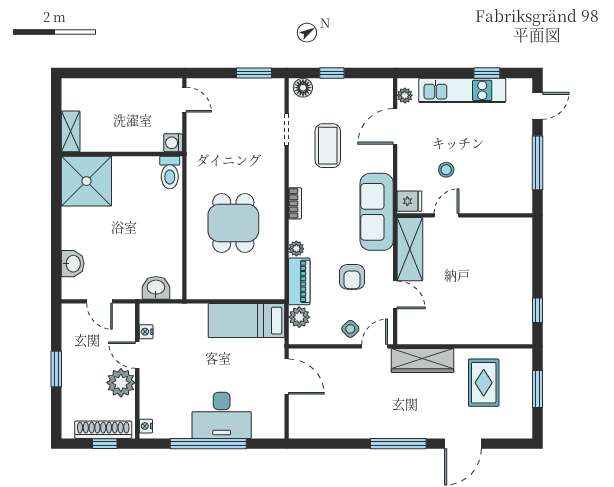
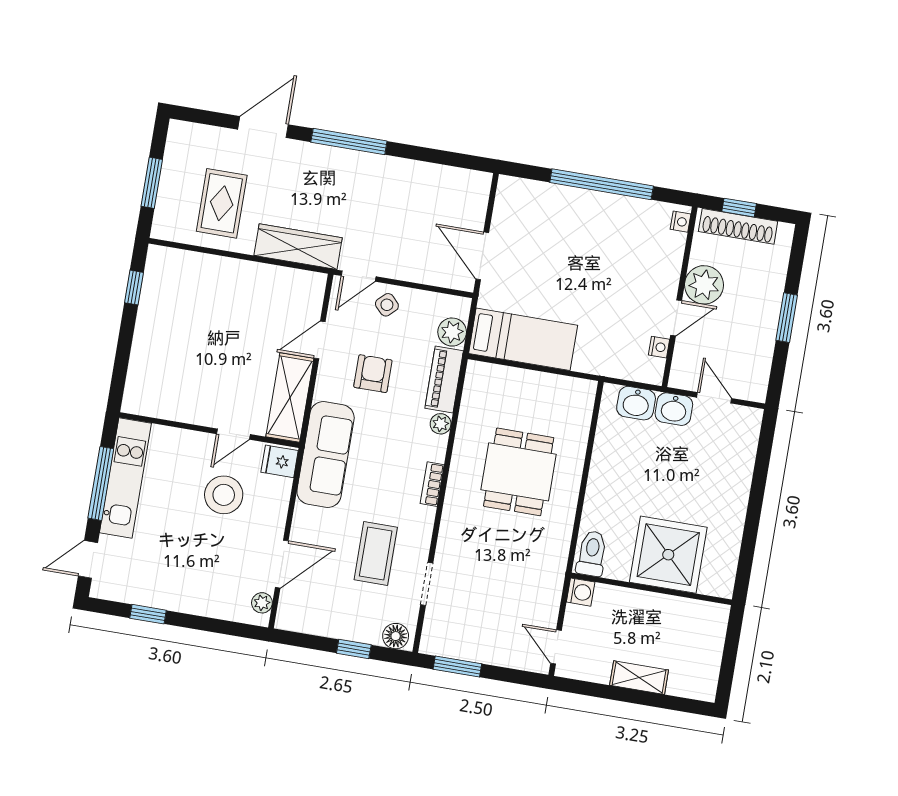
kitchen unit: (462, 90) -> (125, 478), moved, turned 90
shelving: (71, 131) -> (639, 678), moved, turned 90
stool: (446, 170) -> (224, 495), width x1.89, depth x1.89
shower: (86, 181) -> (668, 555), moved
washbasin: (73, 264) -> (674, 409), moved, turned -90
door: (395, 295) -> (320, 340), hinge flipped
door: (137, 355) -> (676, 318), hinge flipped
desk: (222, 415) -> (577, 219), removed

